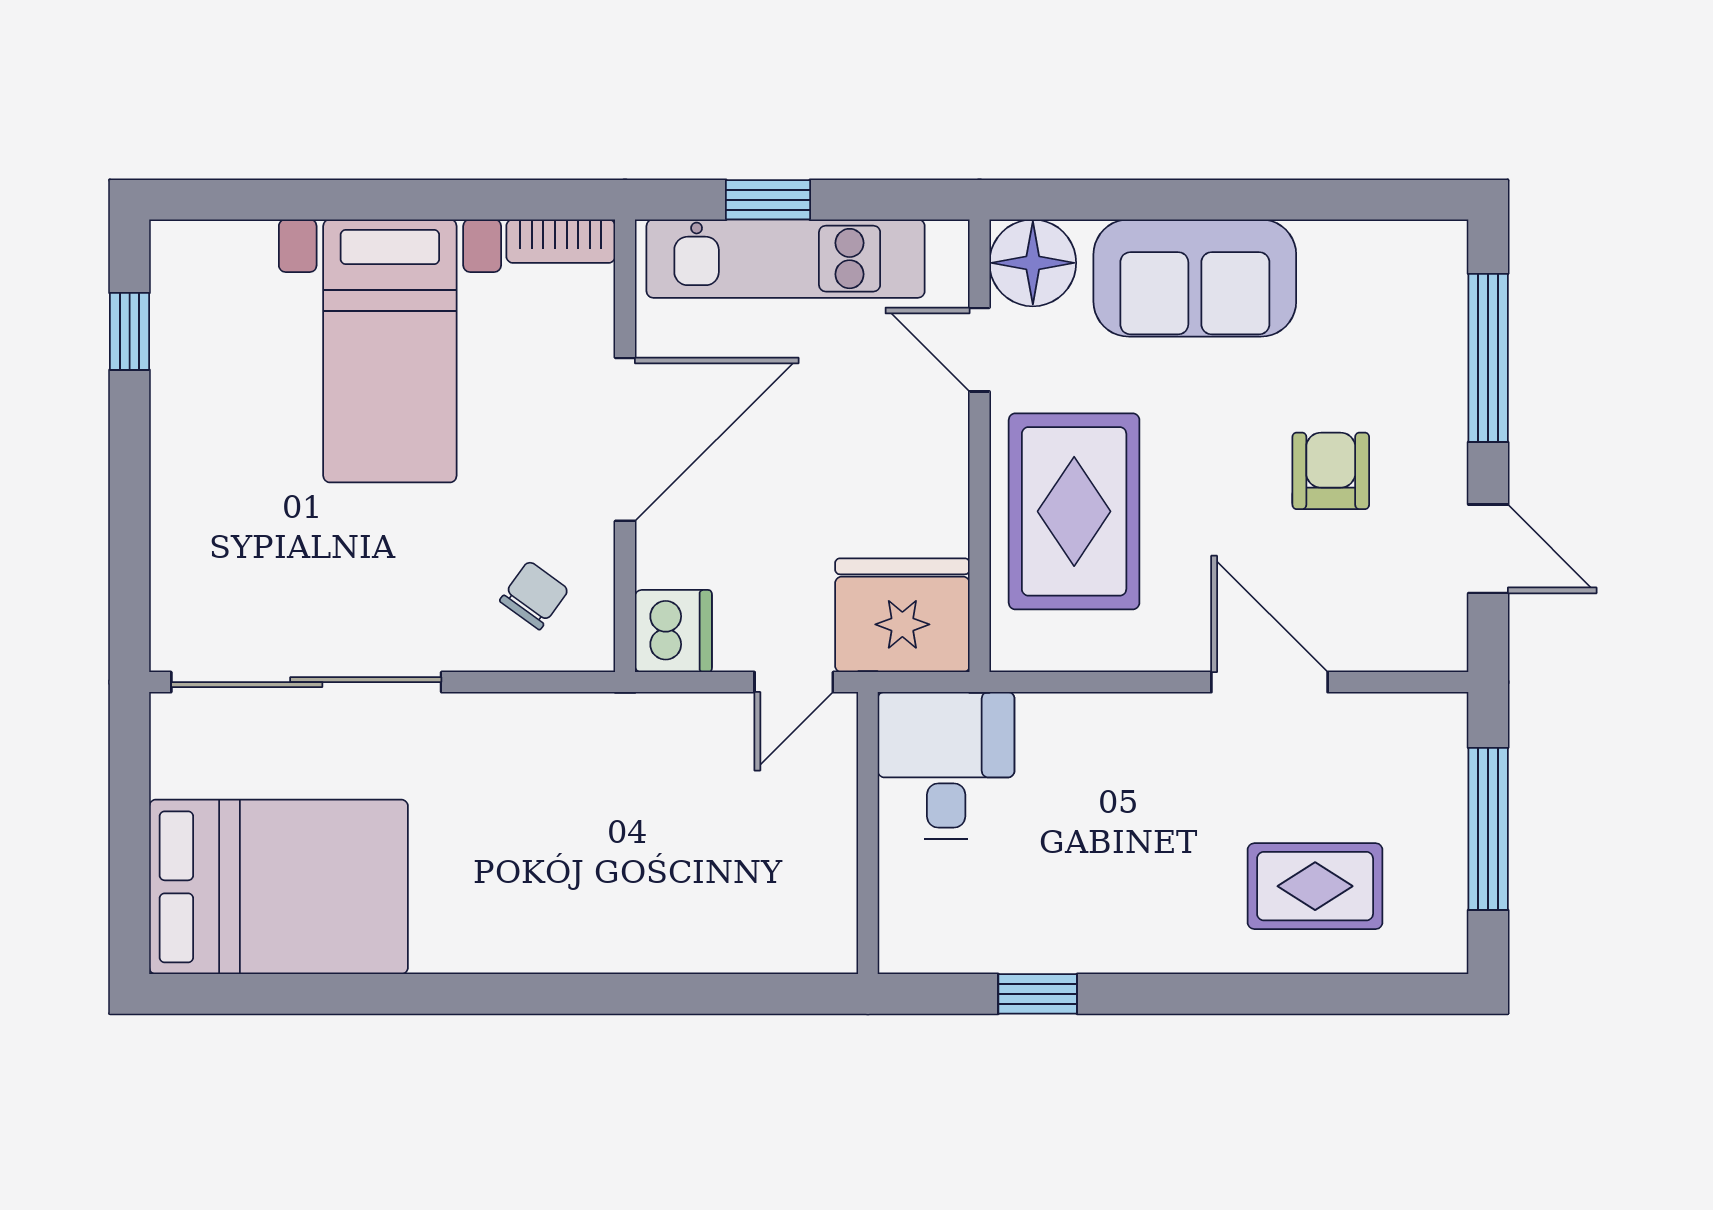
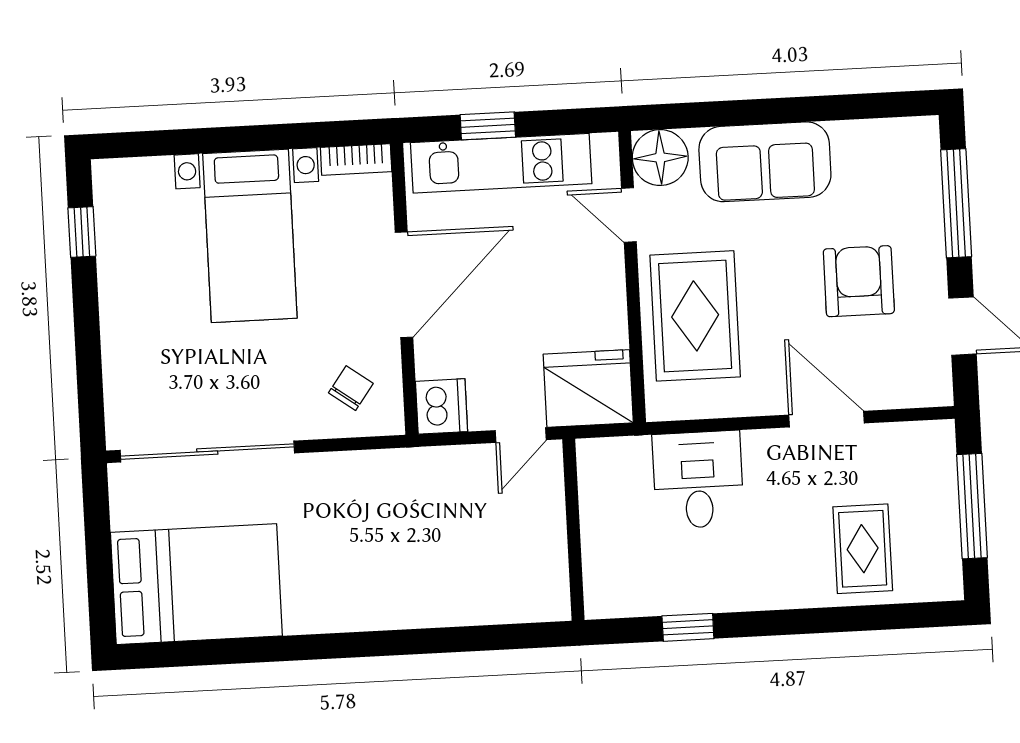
armchair: (1331, 471) -> (859, 281), width x1.38, depth x1.38
desk: (946, 766) -> (698, 480), moved
rug: (1315, 886) -> (863, 549), turned 90

